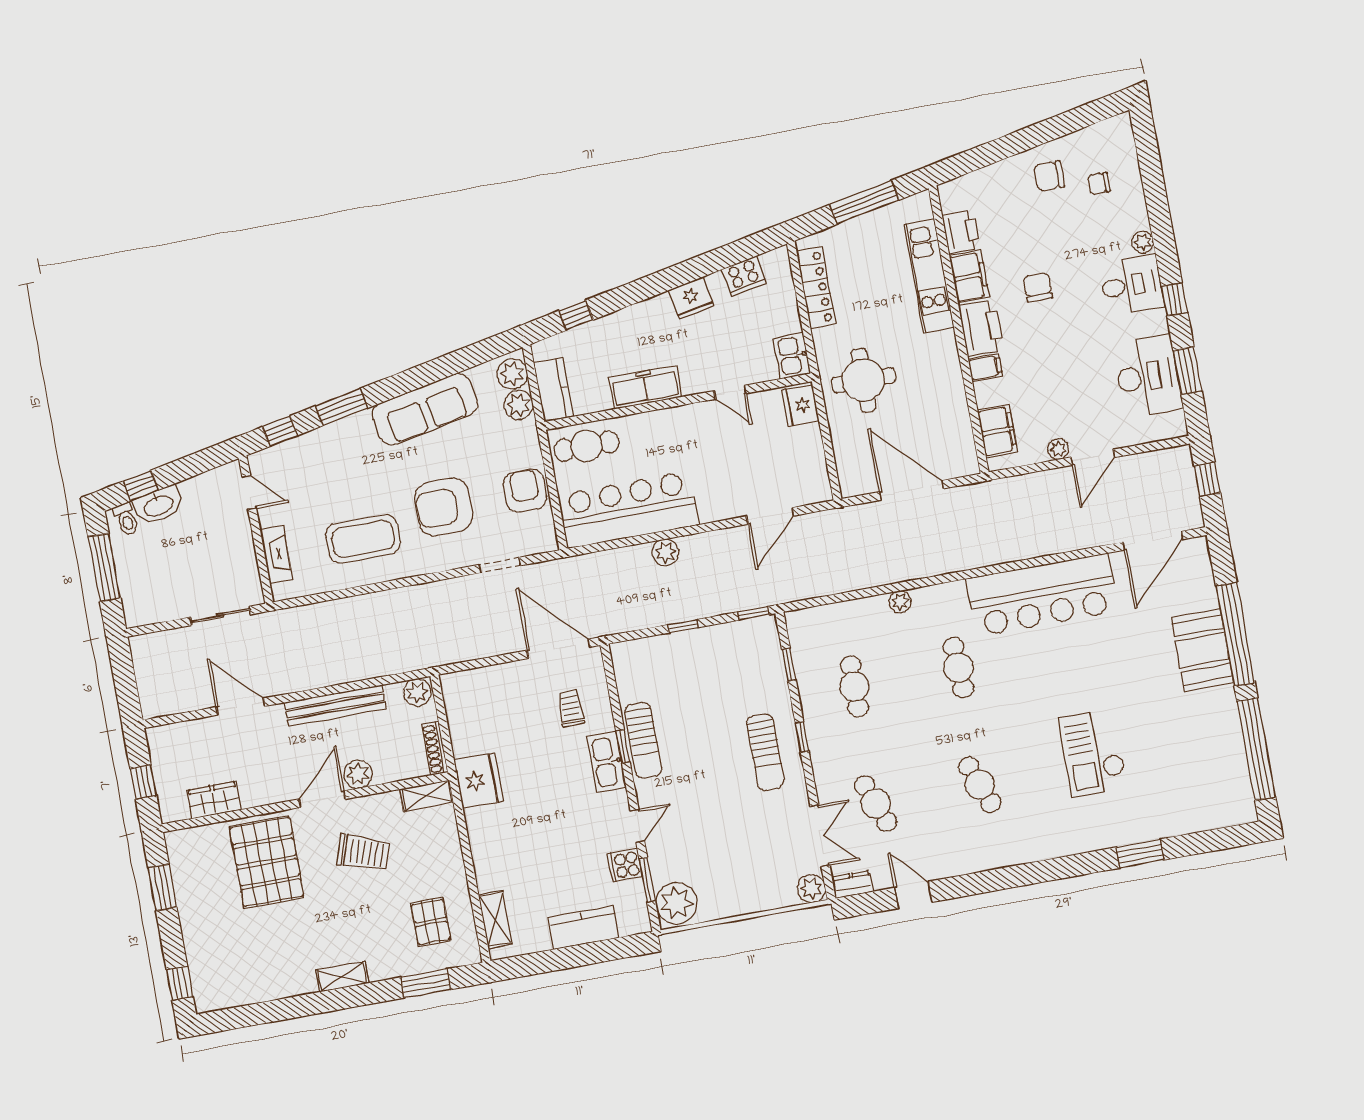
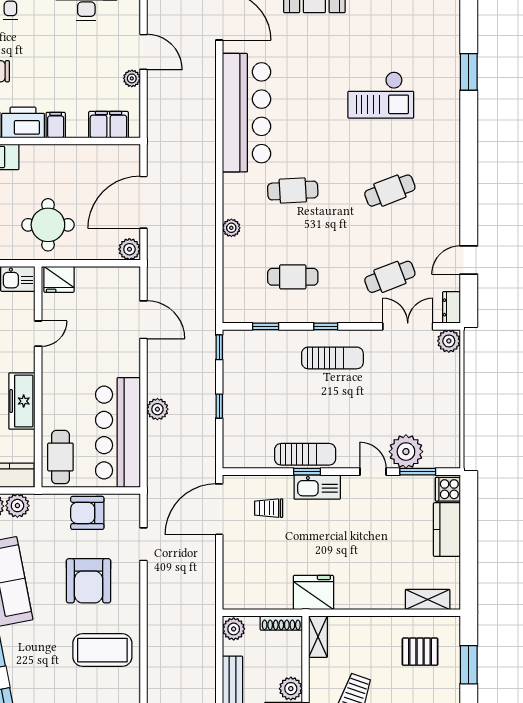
plant: (852, 484) -> (129, 249), added
coffee table: (363, 539) -> (102, 650), turned 90
cooker: (625, 865) -> (448, 489), moved, turned 90
plant: (676, 903) -> (406, 452), moved

